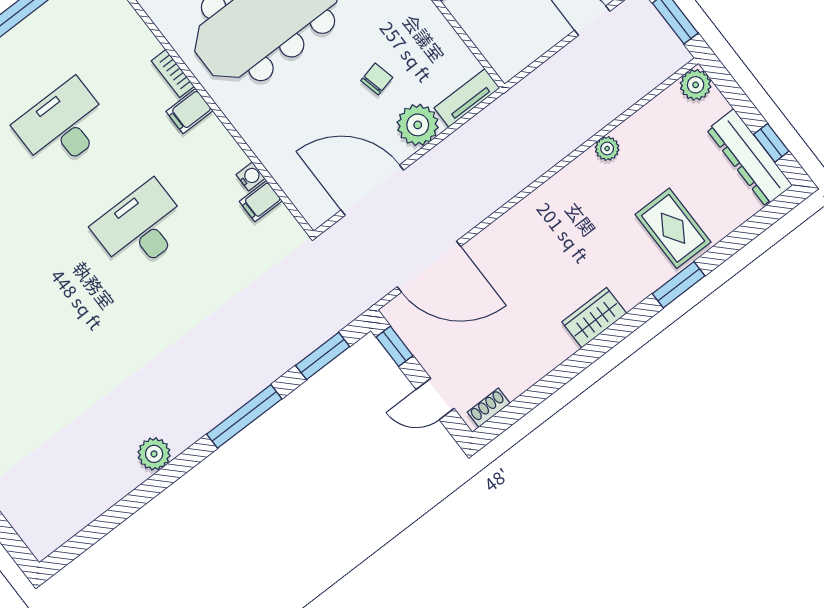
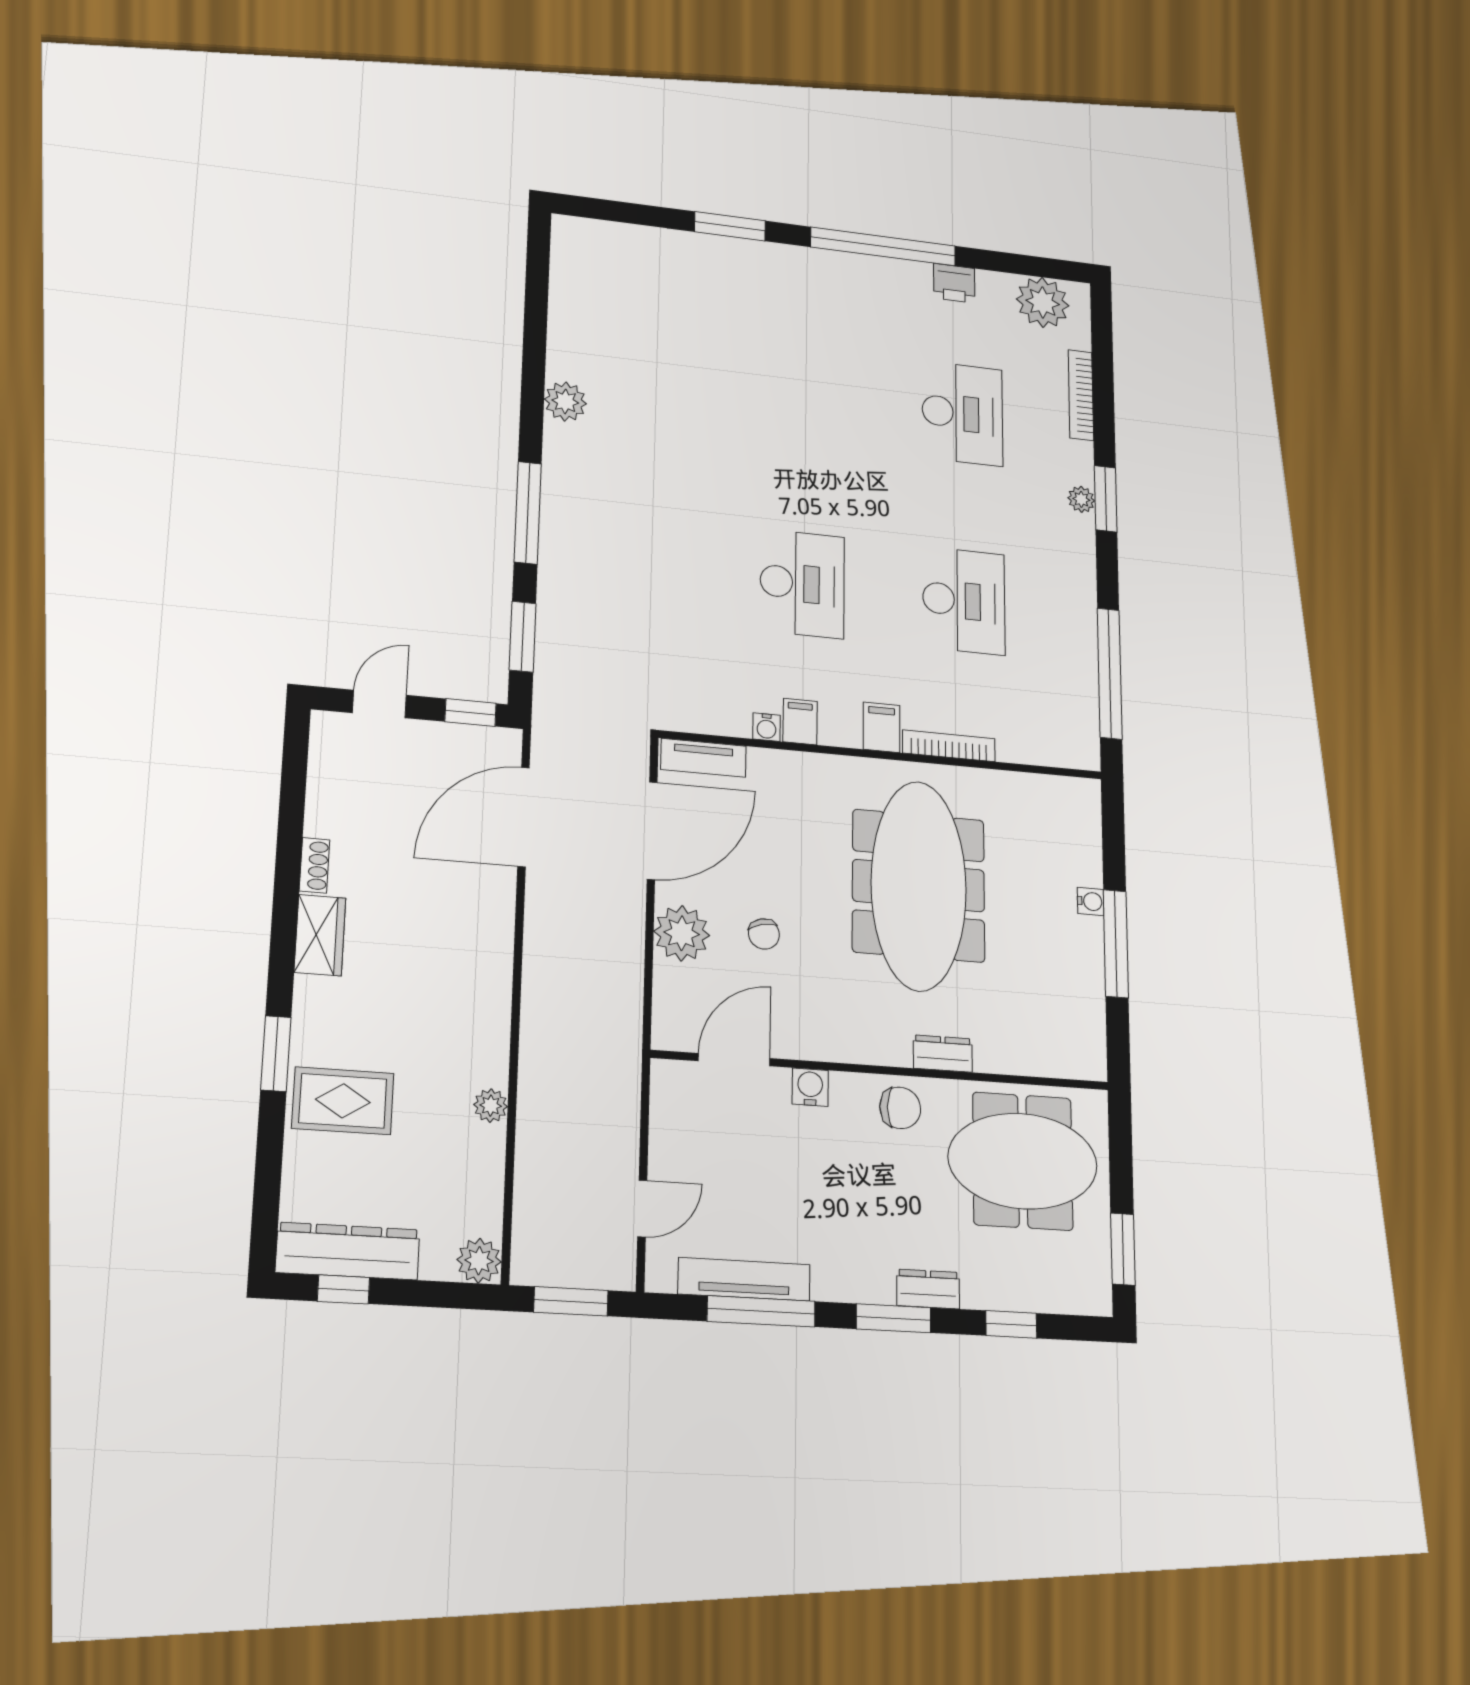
door: (465, 37) -> (734, 1060), added
bookcase: (173, 74) -> (949, 746), width x1.56
tv unit: (467, 98) -> (703, 758), moved, turned 90
filing cabinet: (261, 201) -> (800, 722), moved
shoe rack: (489, 408) -> (314, 865), moved

